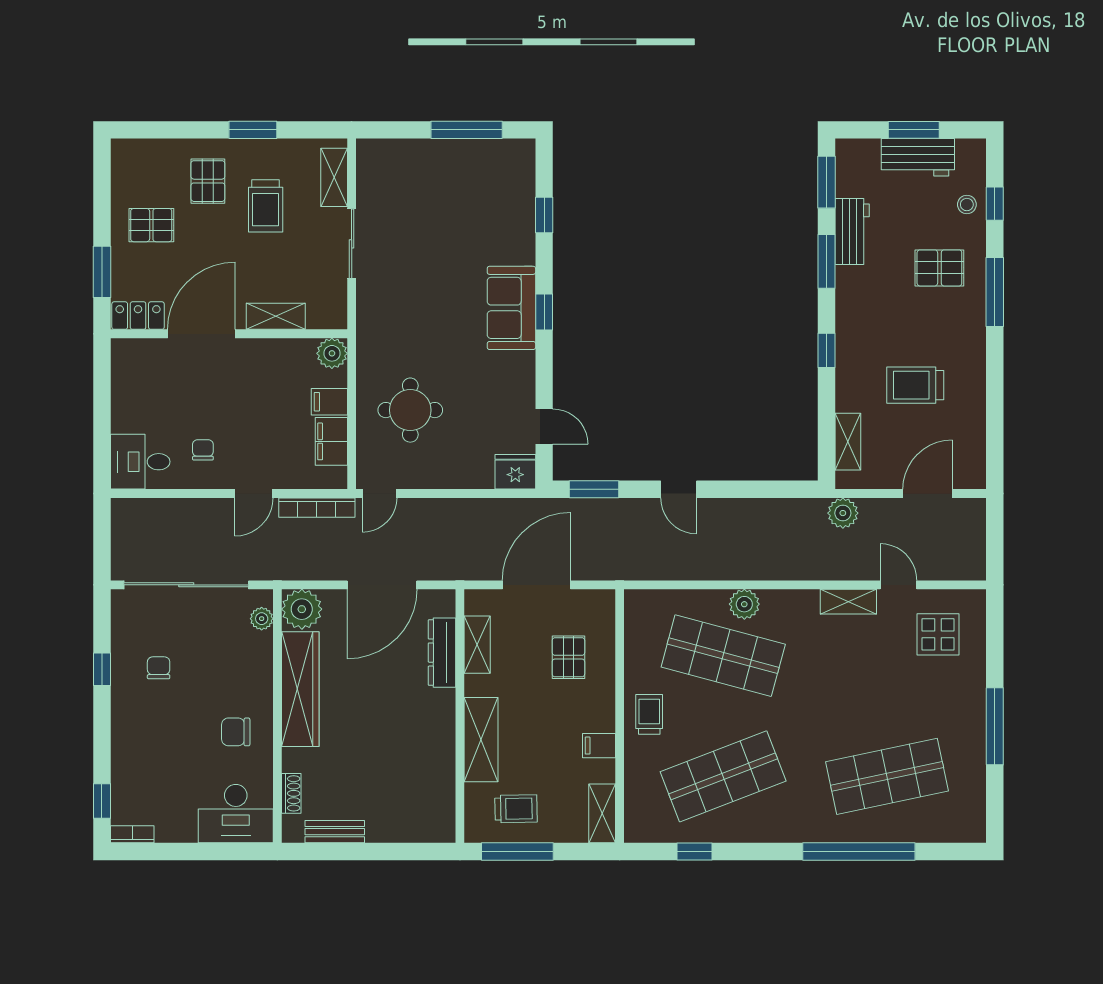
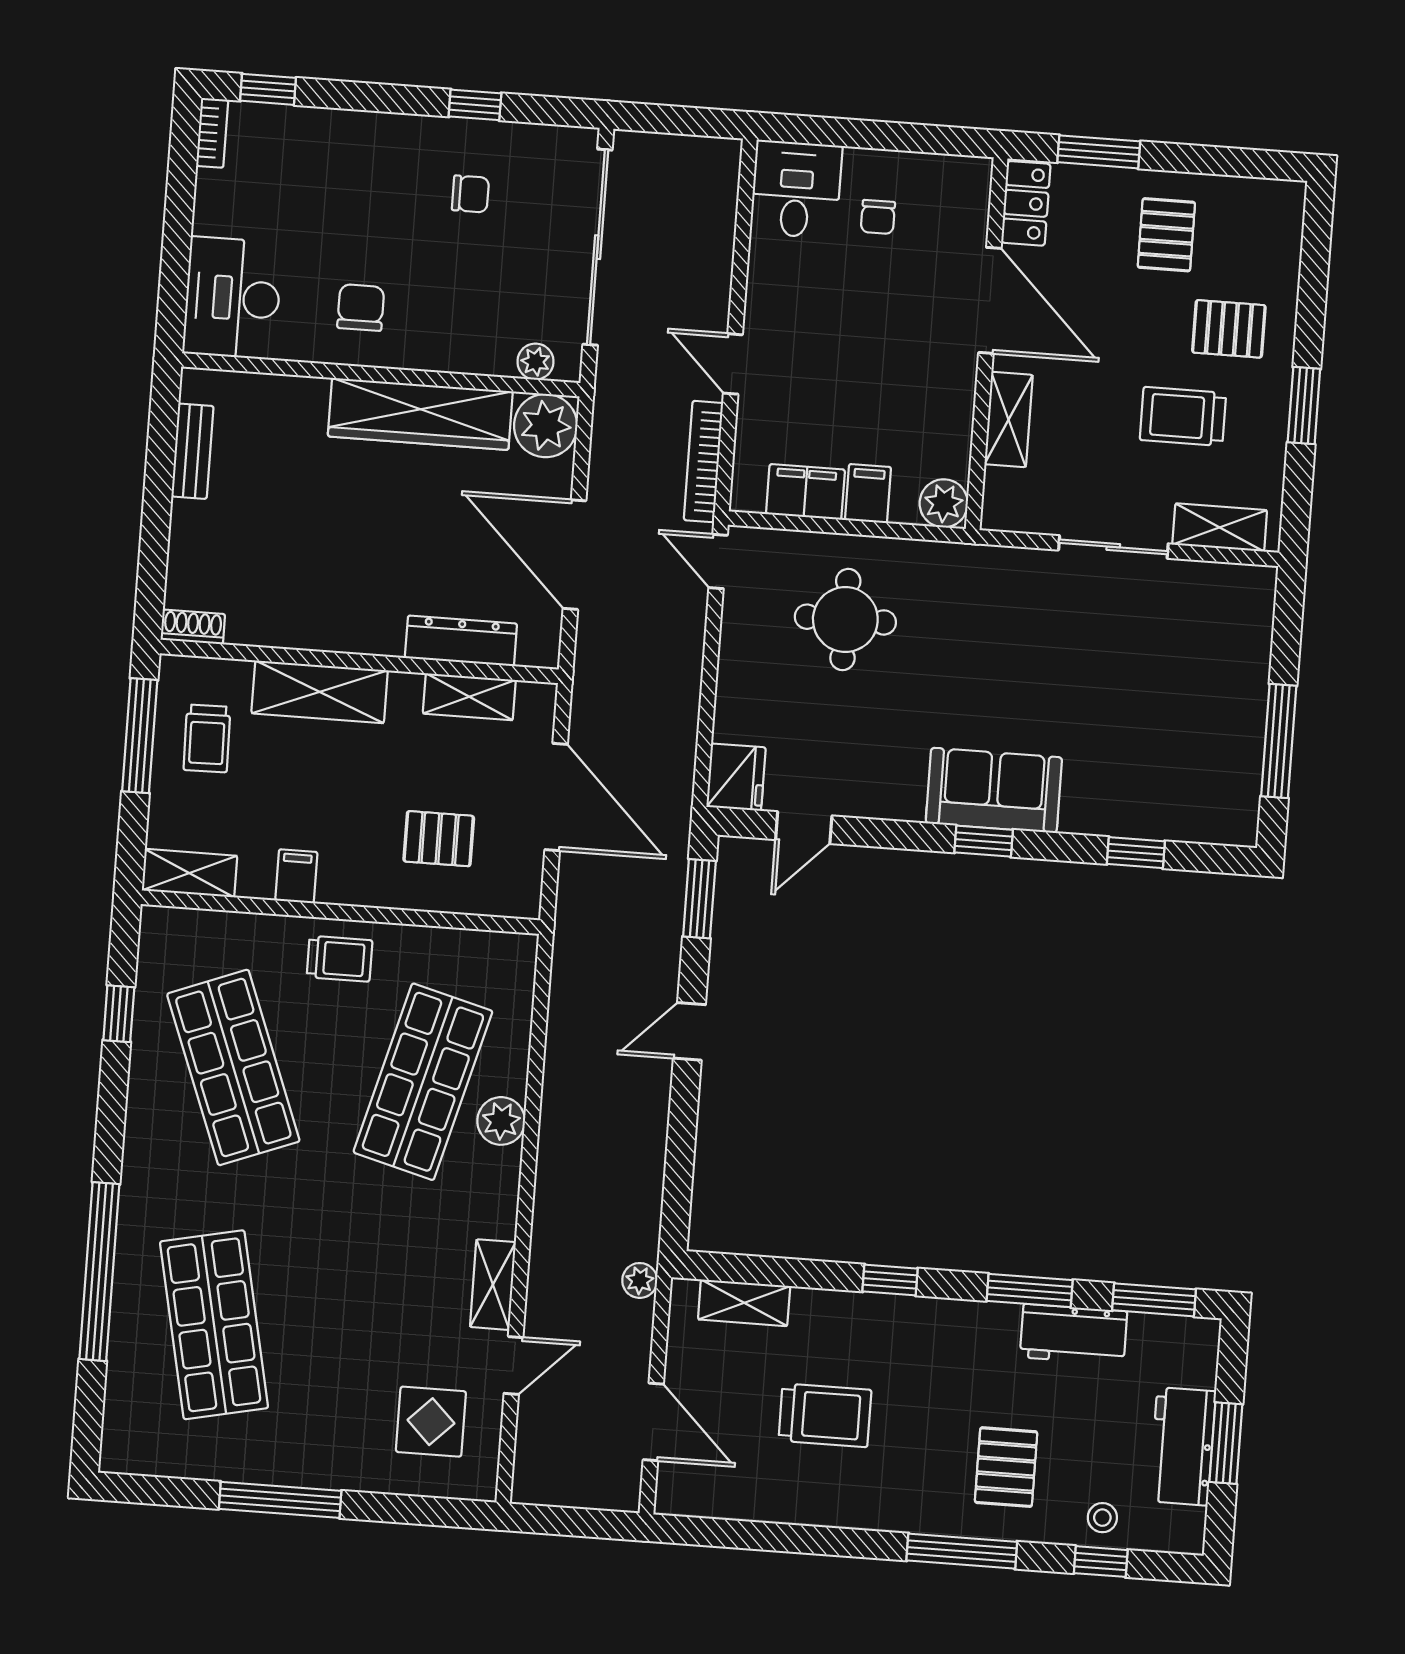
trolley: (915, 385) -> (825, 1415), turned 90
chair: (203, 450) -> (878, 217), moved, turned 90
plant: (843, 513) -> (640, 1280), width x0.73, depth x0.73
shoe rack: (291, 793) -> (193, 627), moved, turned 180

